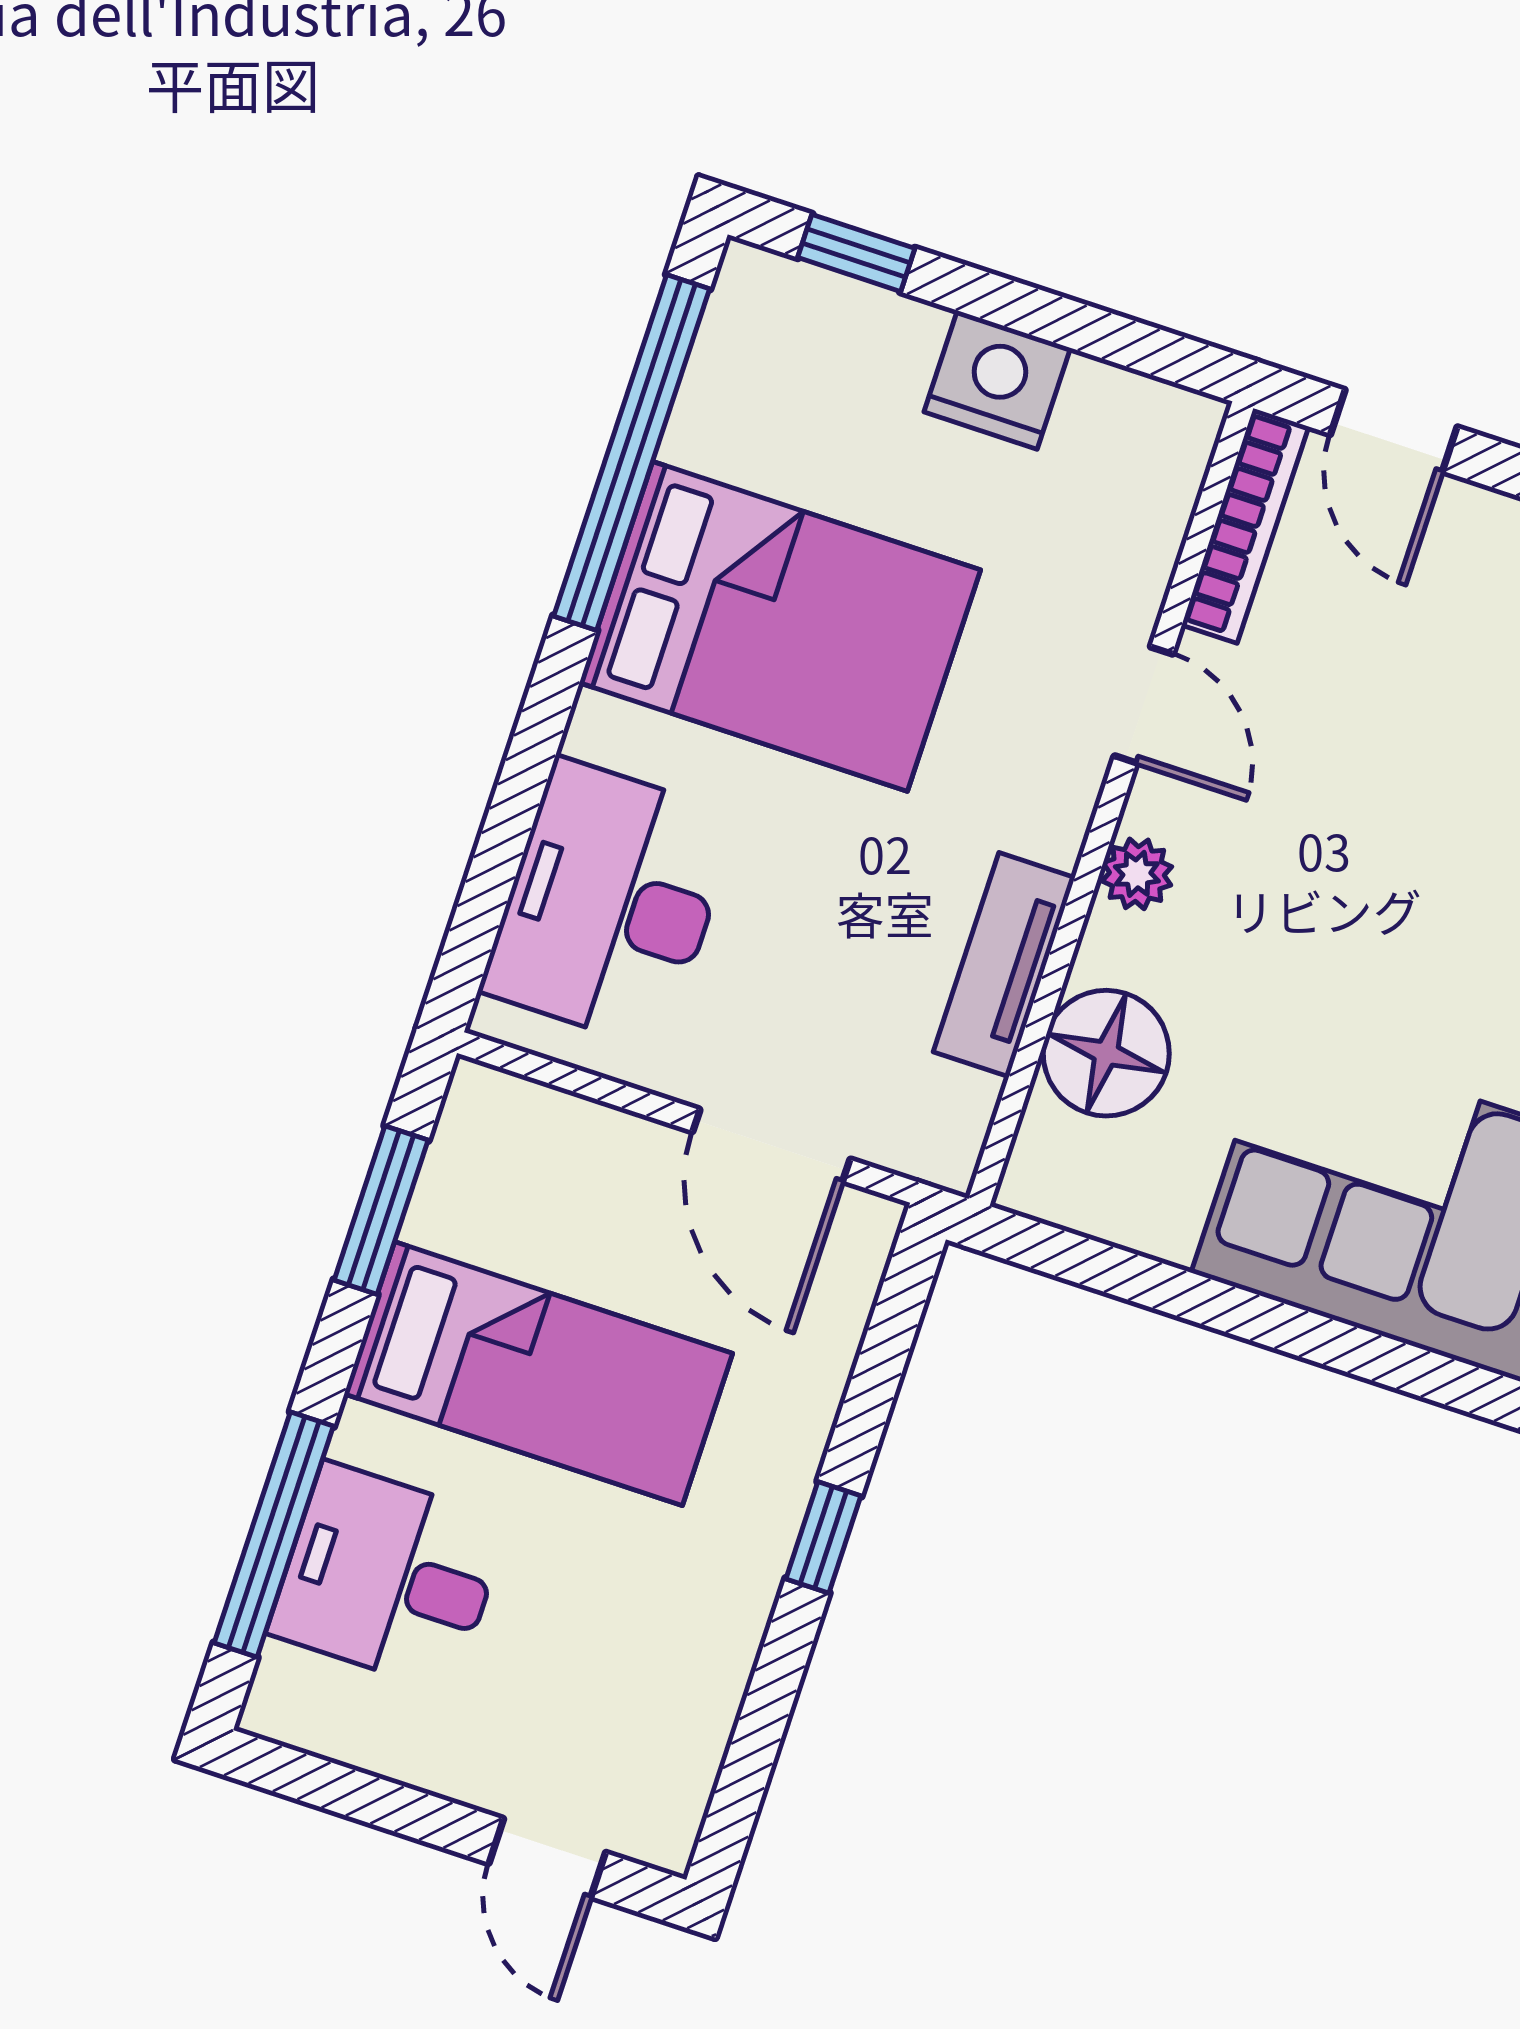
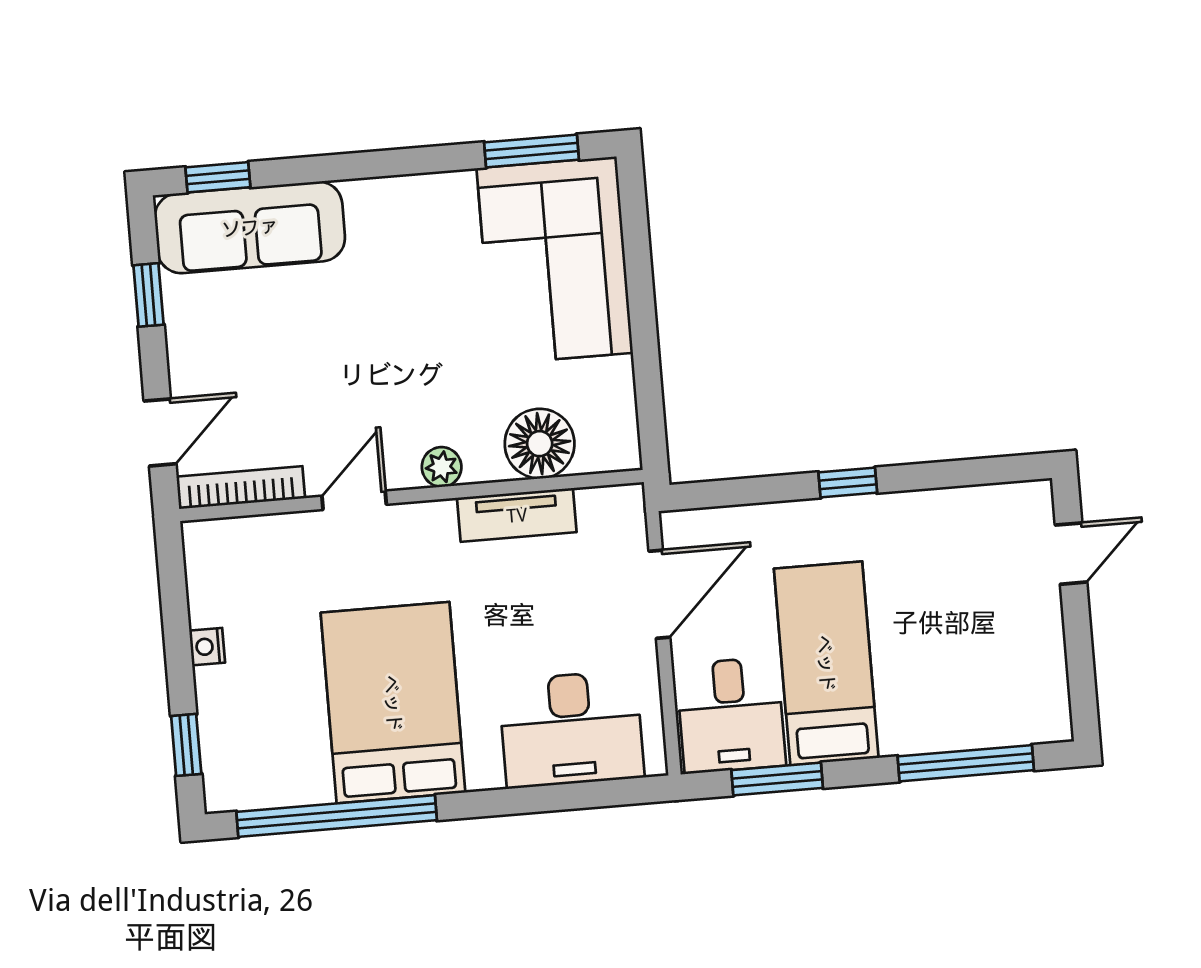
nightstand: (997, 380) -> (207, 647), width x0.53, depth x0.56
desk: (388, 1577) -> (731, 715), moved

